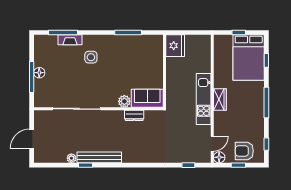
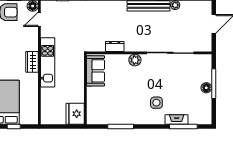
sofa: (147, 98) -> (96, 71), moved, turned -90
plant: (124, 101) -> (135, 60), moved

